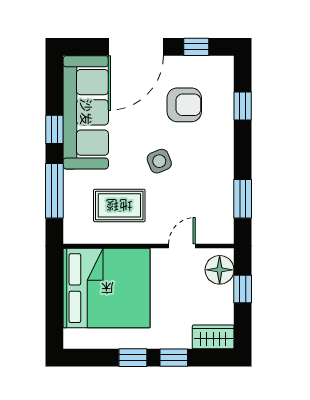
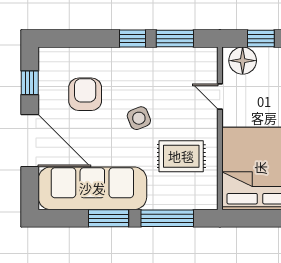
window: (243, 106) -> (133, 39), moved
window: (54, 129) -> (109, 218), width x1.50
rug: (119, 205) -> (181, 156), turned 90

